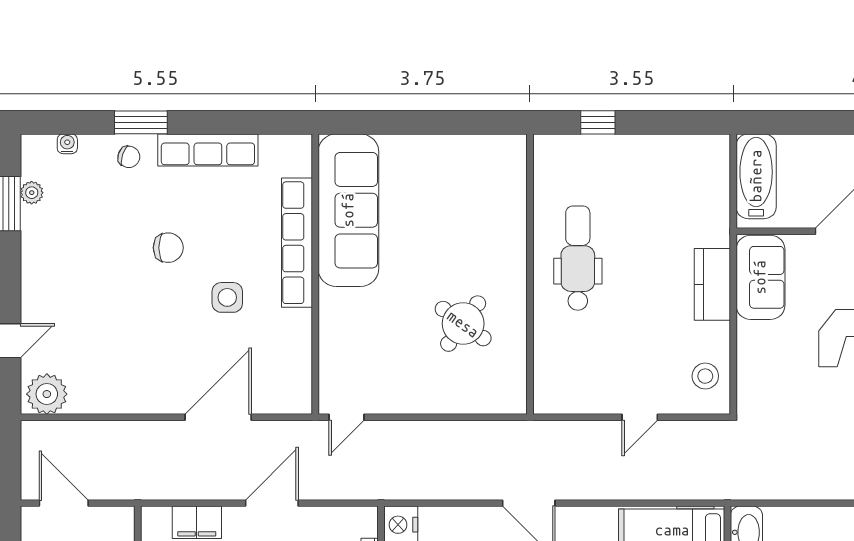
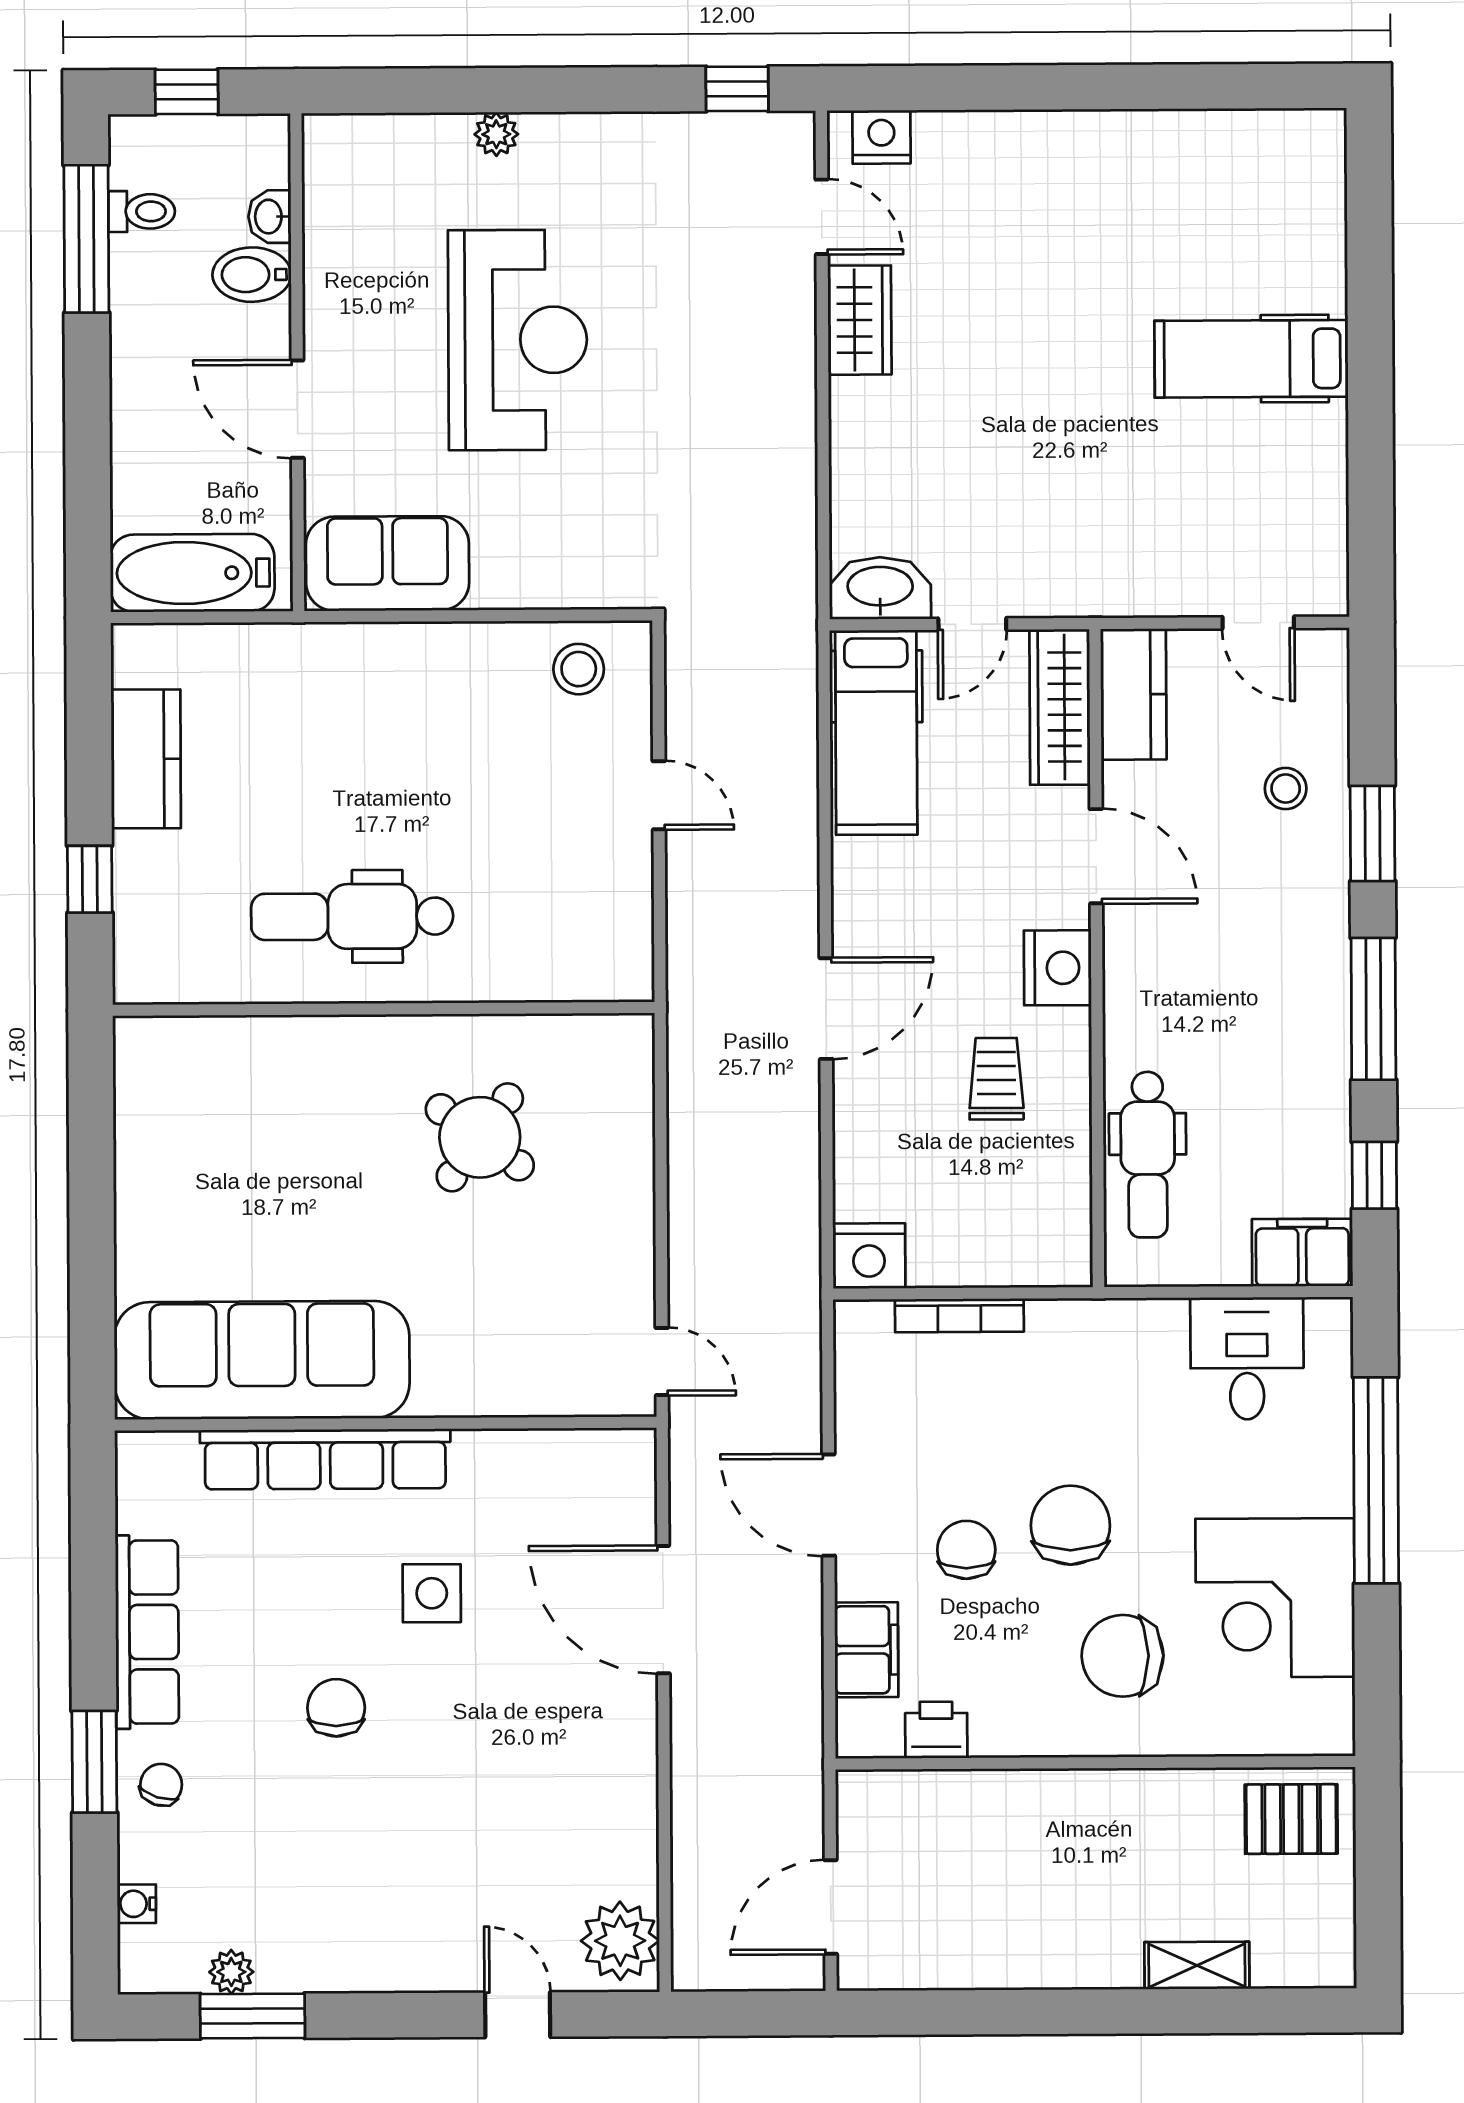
kitchen counter: (712, 284) -> (146, 759), moved, turned -90

